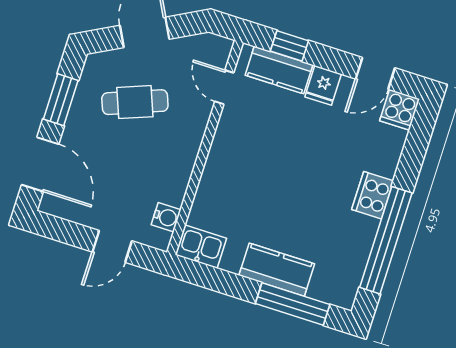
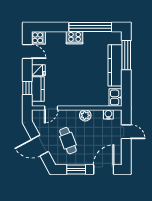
plant: (181, 162) -> (85, 115), added
kitchen counter: (277, 270) -> (115, 65), width x1.50

